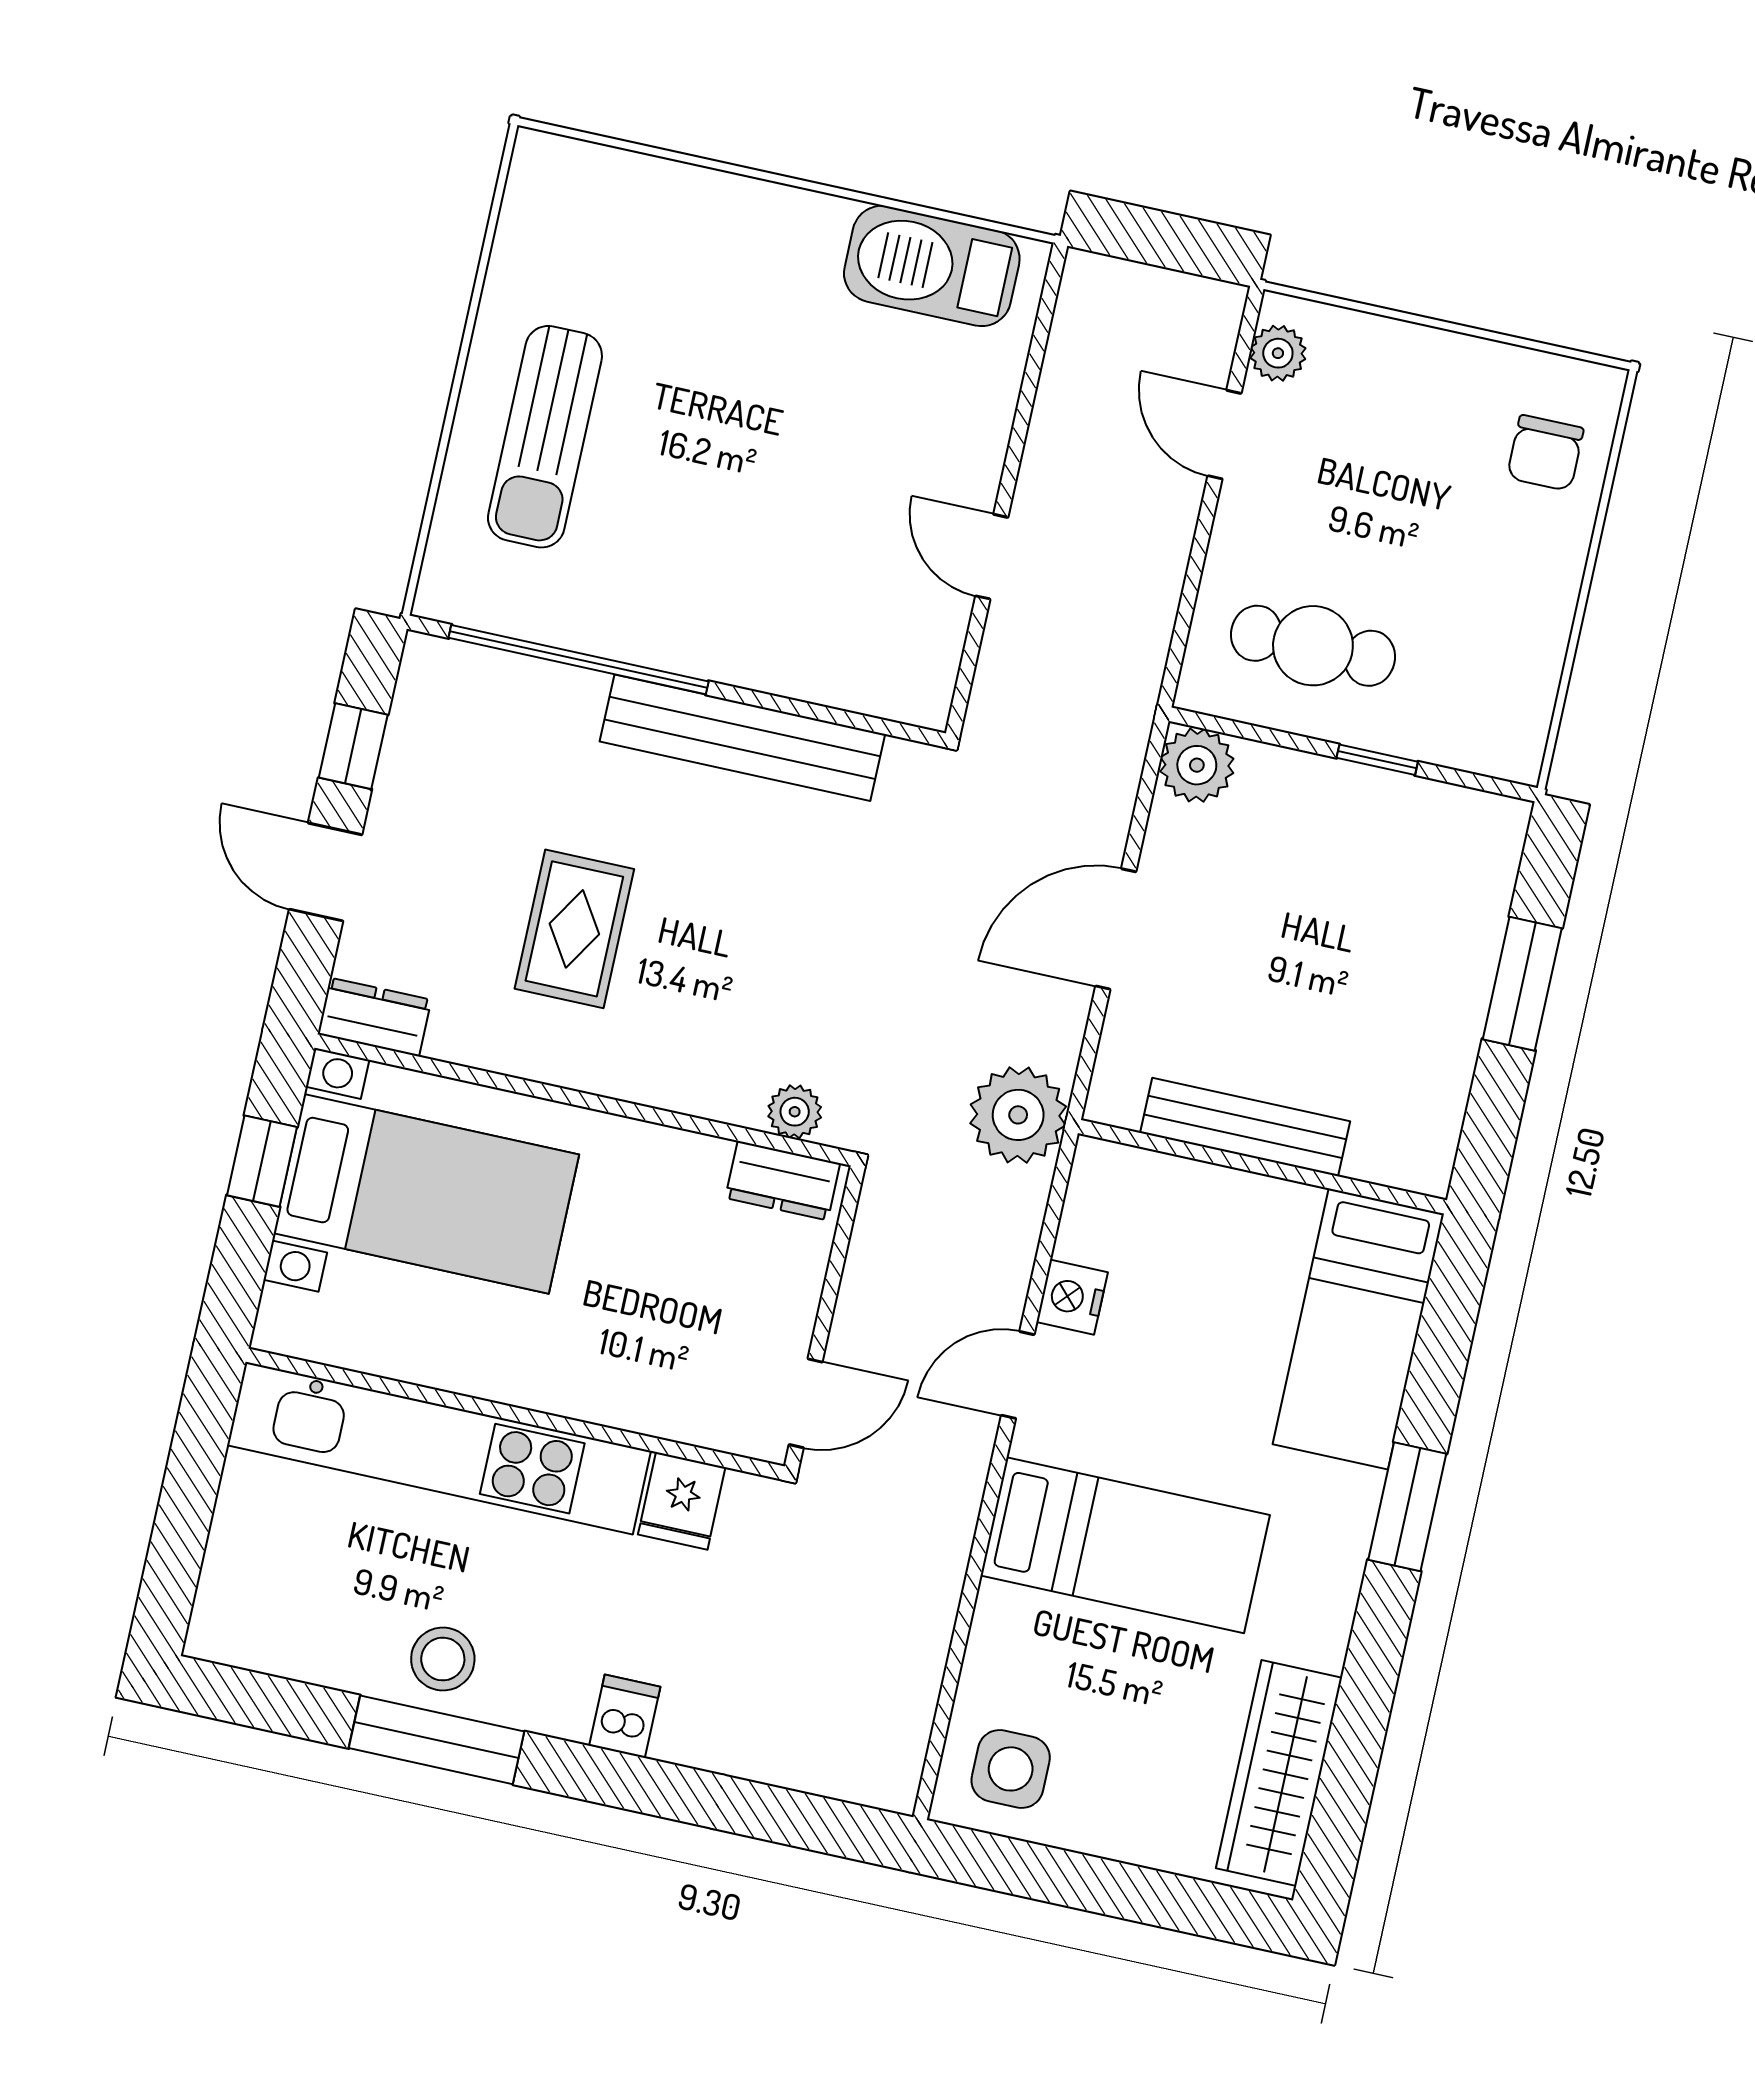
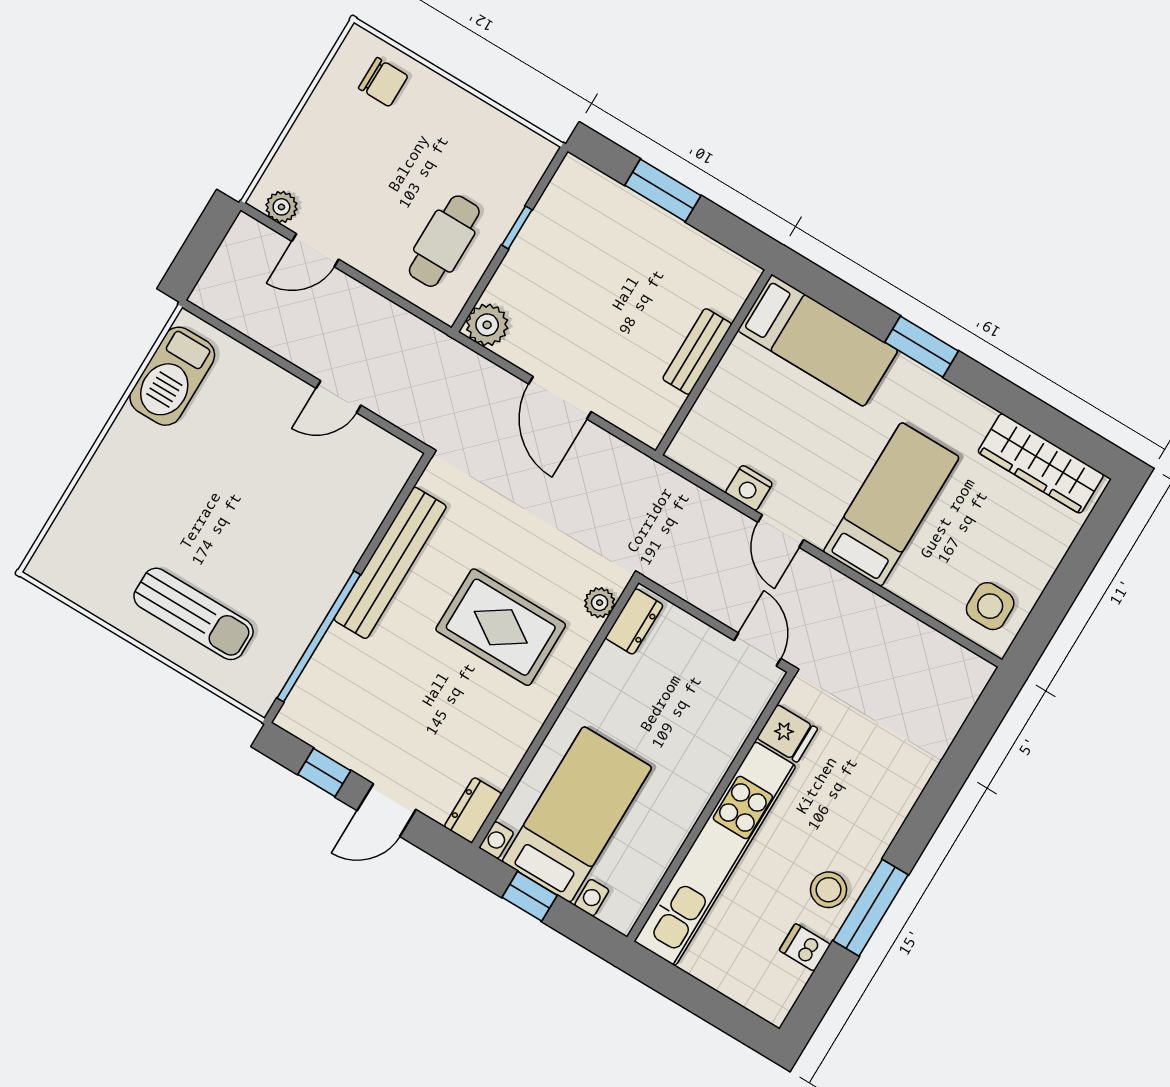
rug: (574, 929) -> (501, 627), moved, width x1.36, depth x1.43
plant: (1018, 1115) -> (642, 484), removed
bench: (1245, 1127) -> (697, 351), width x0.73
dishwasher: (625, 1716) -> (805, 947), moved

